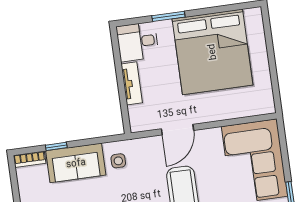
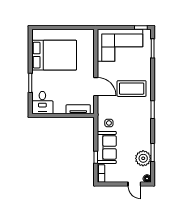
bed: (212, 52) -> (54, 55), width x0.73
tv unit: (132, 83) -> (78, 109), moved

